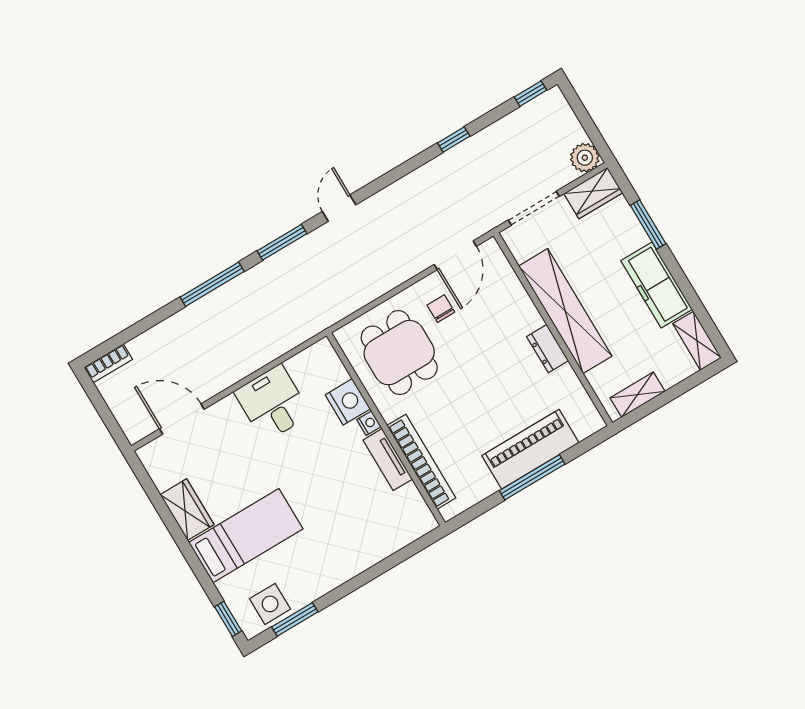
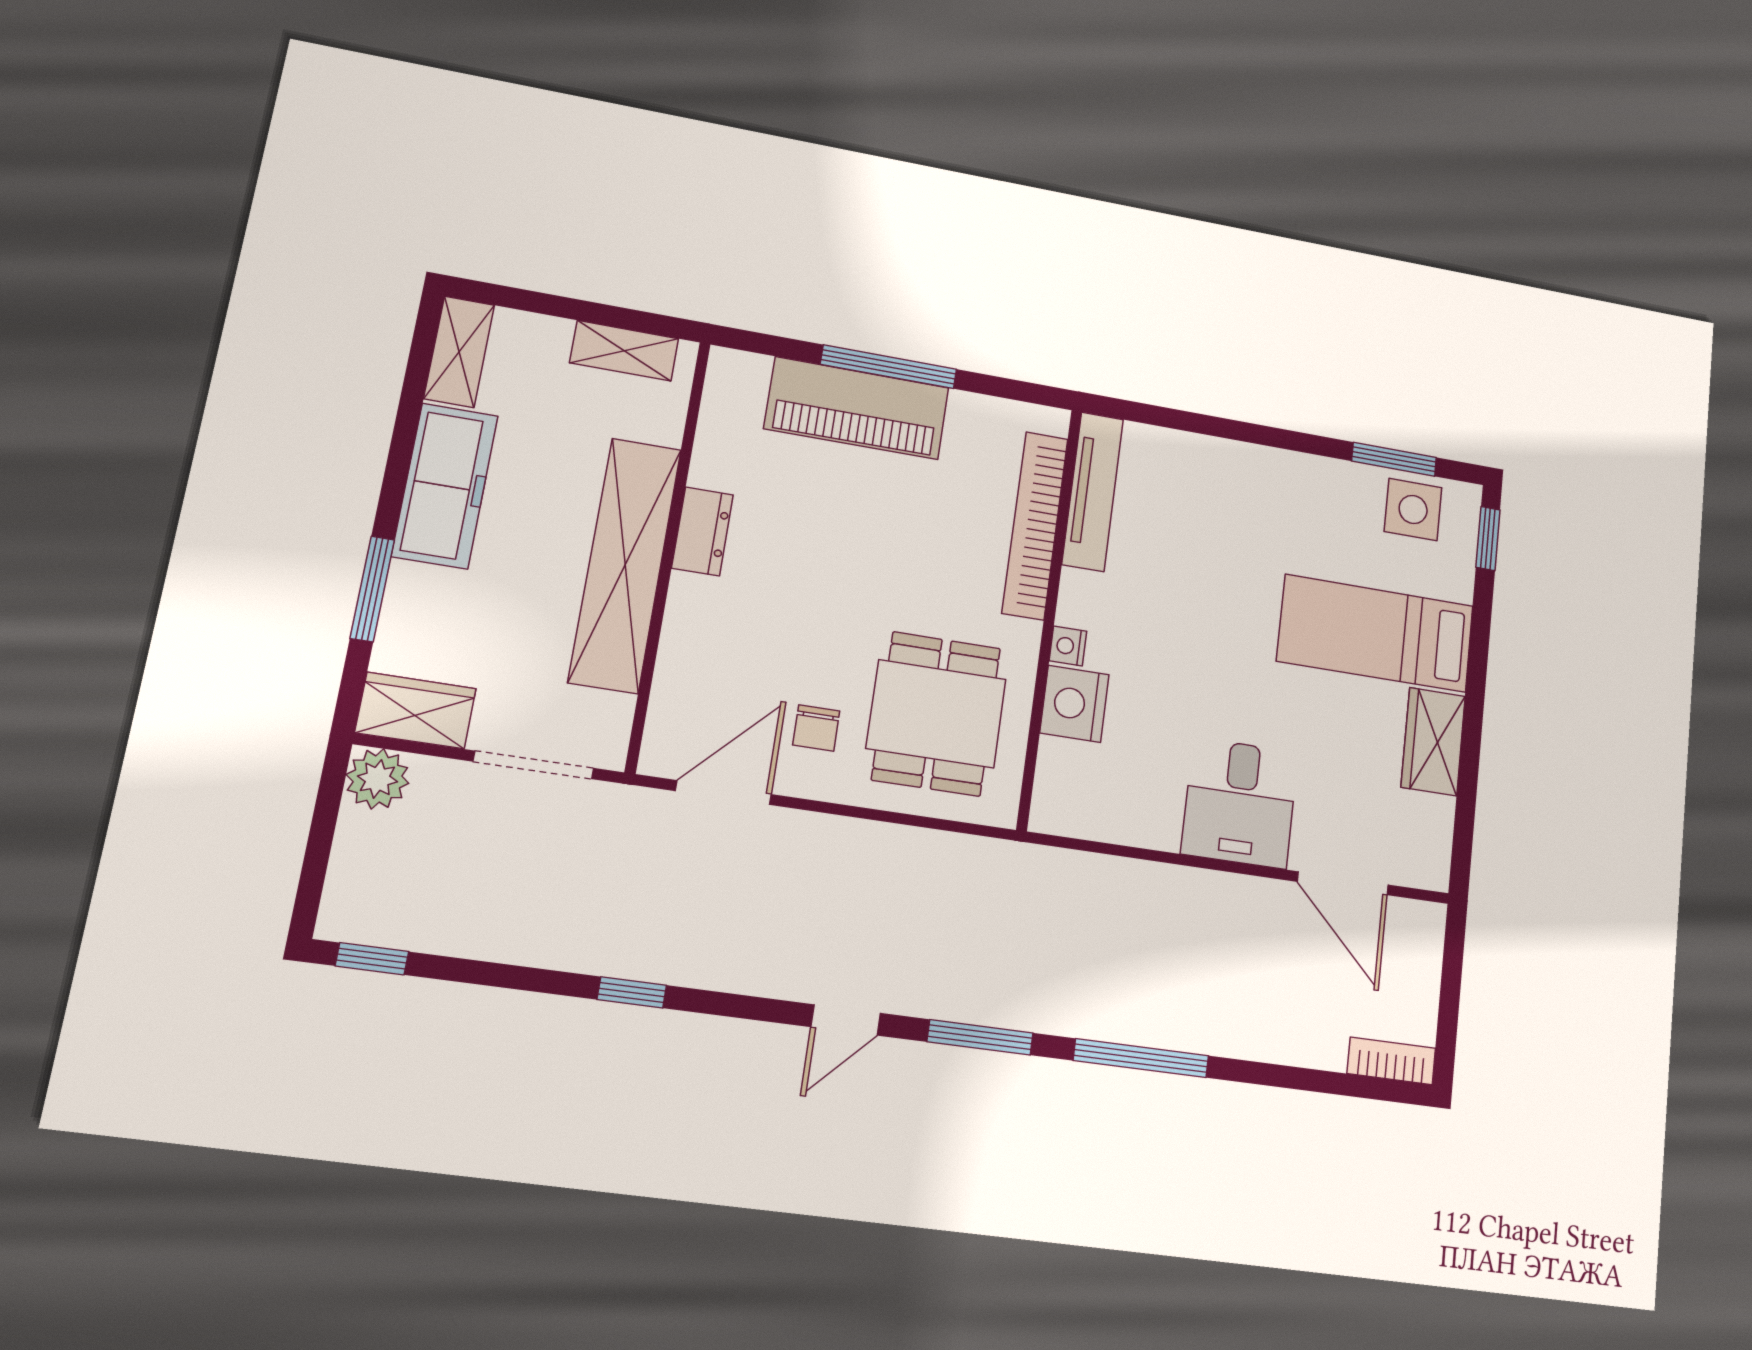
window: (454, 140) -> (632, 992), moved
desk: (273, 403) -> (1240, 803), moved
tv unit: (388, 460) -> (1093, 491), moved, width x1.41

